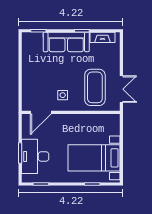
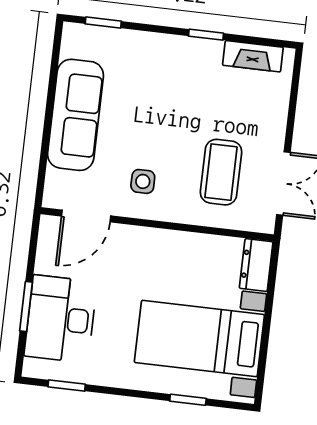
sofa: (66, 42) -> (76, 115), moved, turned -90
coffee table: (95, 87) -> (221, 172), width x0.73, depth x0.76
dresser: (114, 124) -> (256, 265), added

